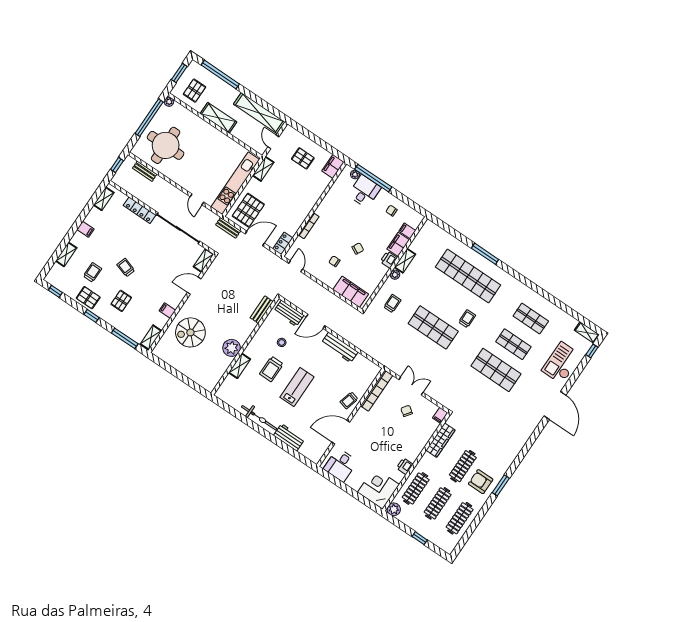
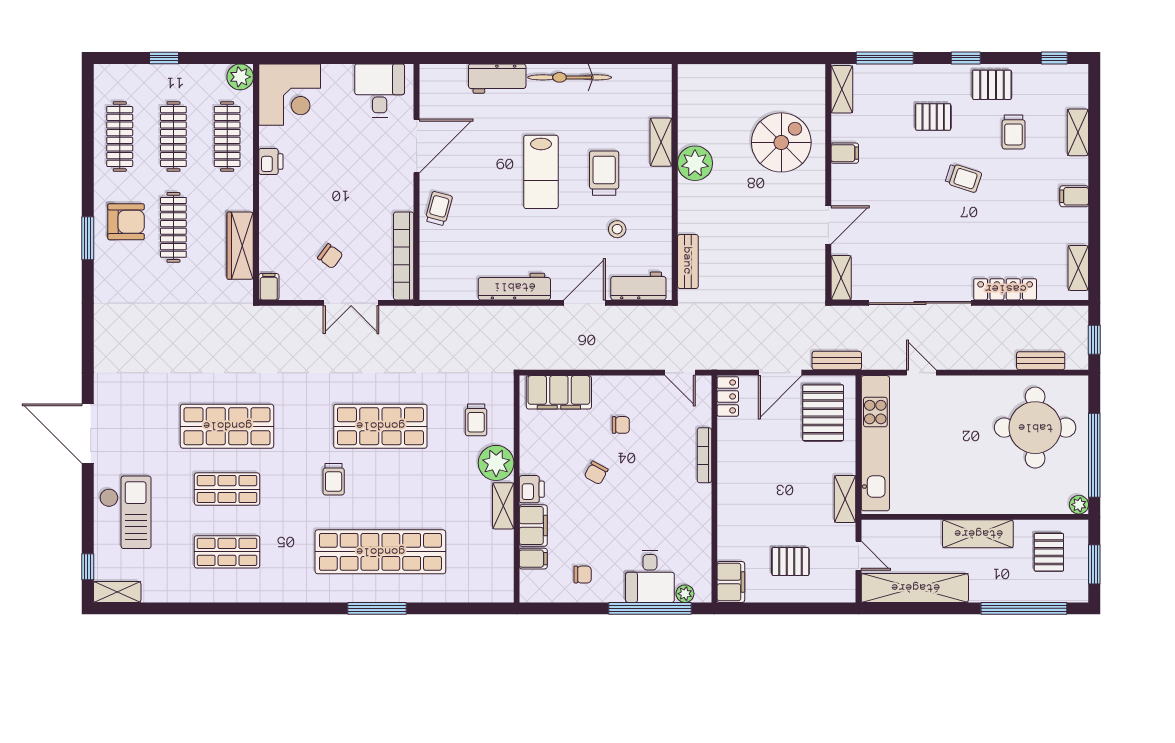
plant: (395, 275) -> (496, 463), width x1.88, depth x1.88
pallet: (121, 301) -> (933, 117), turned 90

